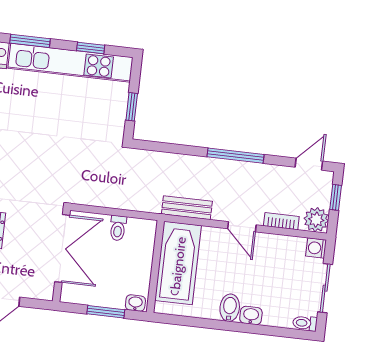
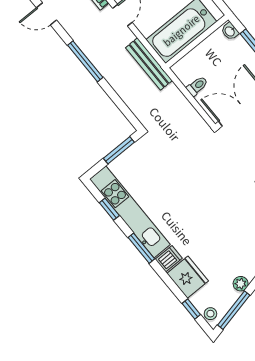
window: (132, 107) -> (119, 150), width x1.50
bench: (187, 208) -> (149, 64), width x1.36

